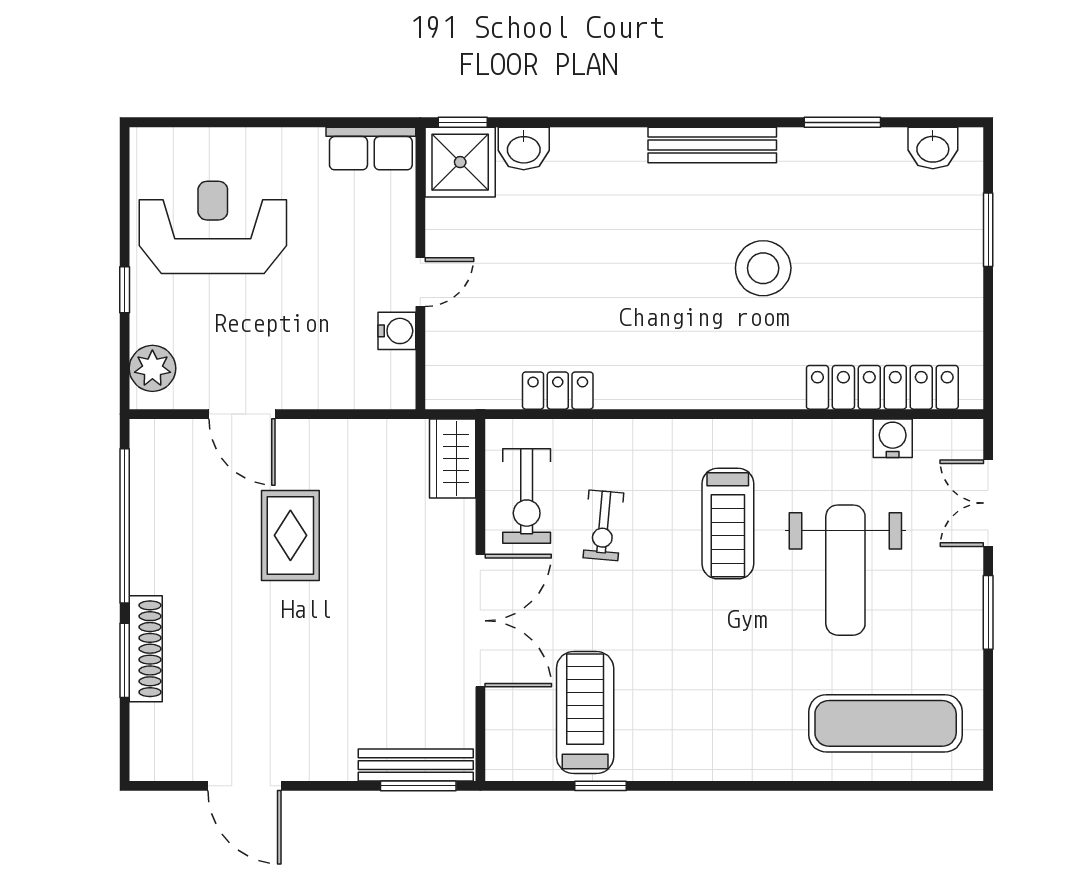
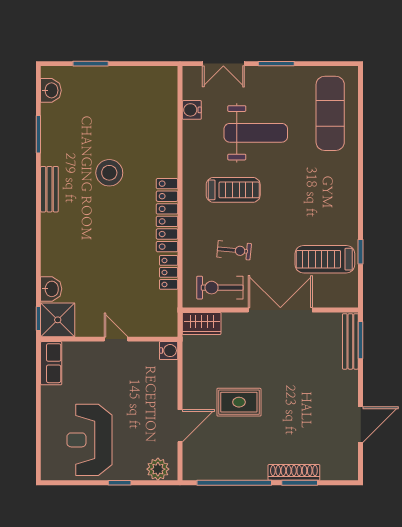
bench: (712, 145) -> (49, 189), width x0.73
water cooler: (397, 331) -> (169, 351), moved, turned 90
locker: (882, 387) -> (167, 215), moved
exercise bike: (527, 496) -> (220, 288), turned 180

